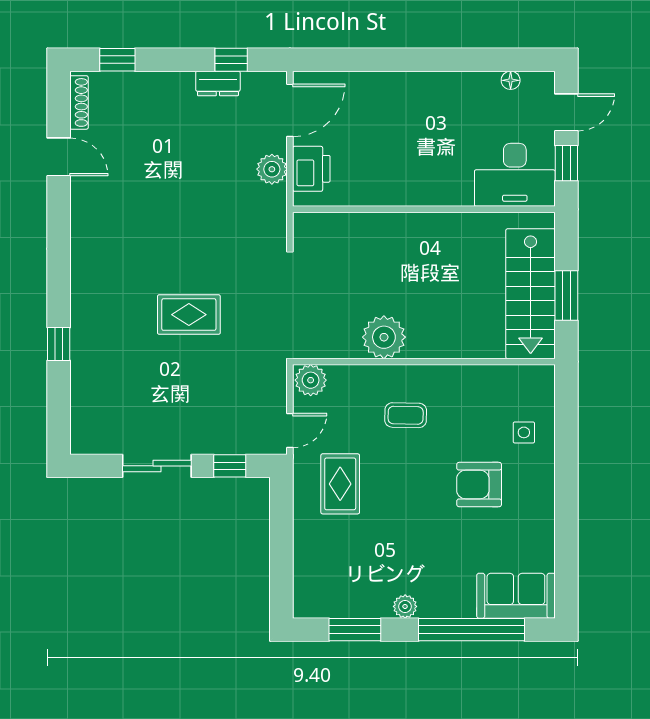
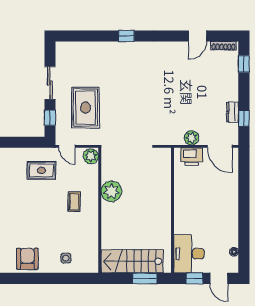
window: (566, 295) -> (145, 278), moved
rug: (189, 315) -> (86, 108), moved, width x1.36, depth x1.43
window: (59, 344) -> (126, 36), moved
armchair: (479, 485) -> (27, 259), moved

